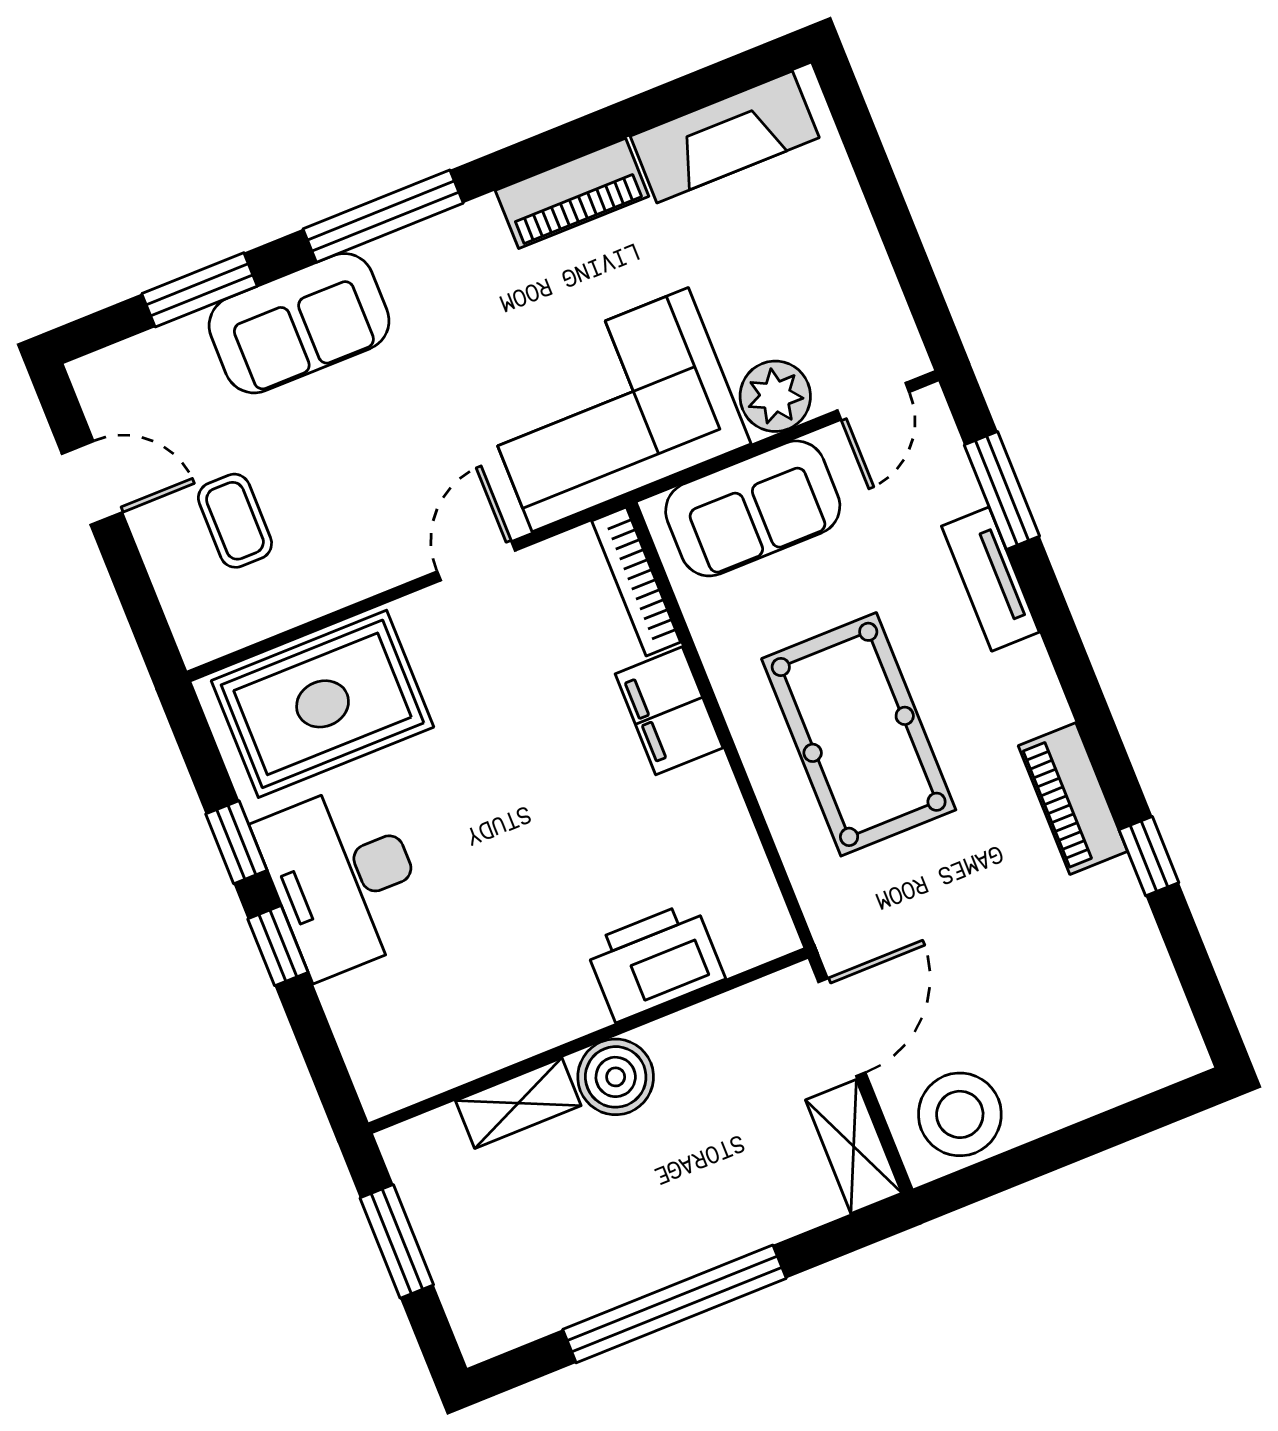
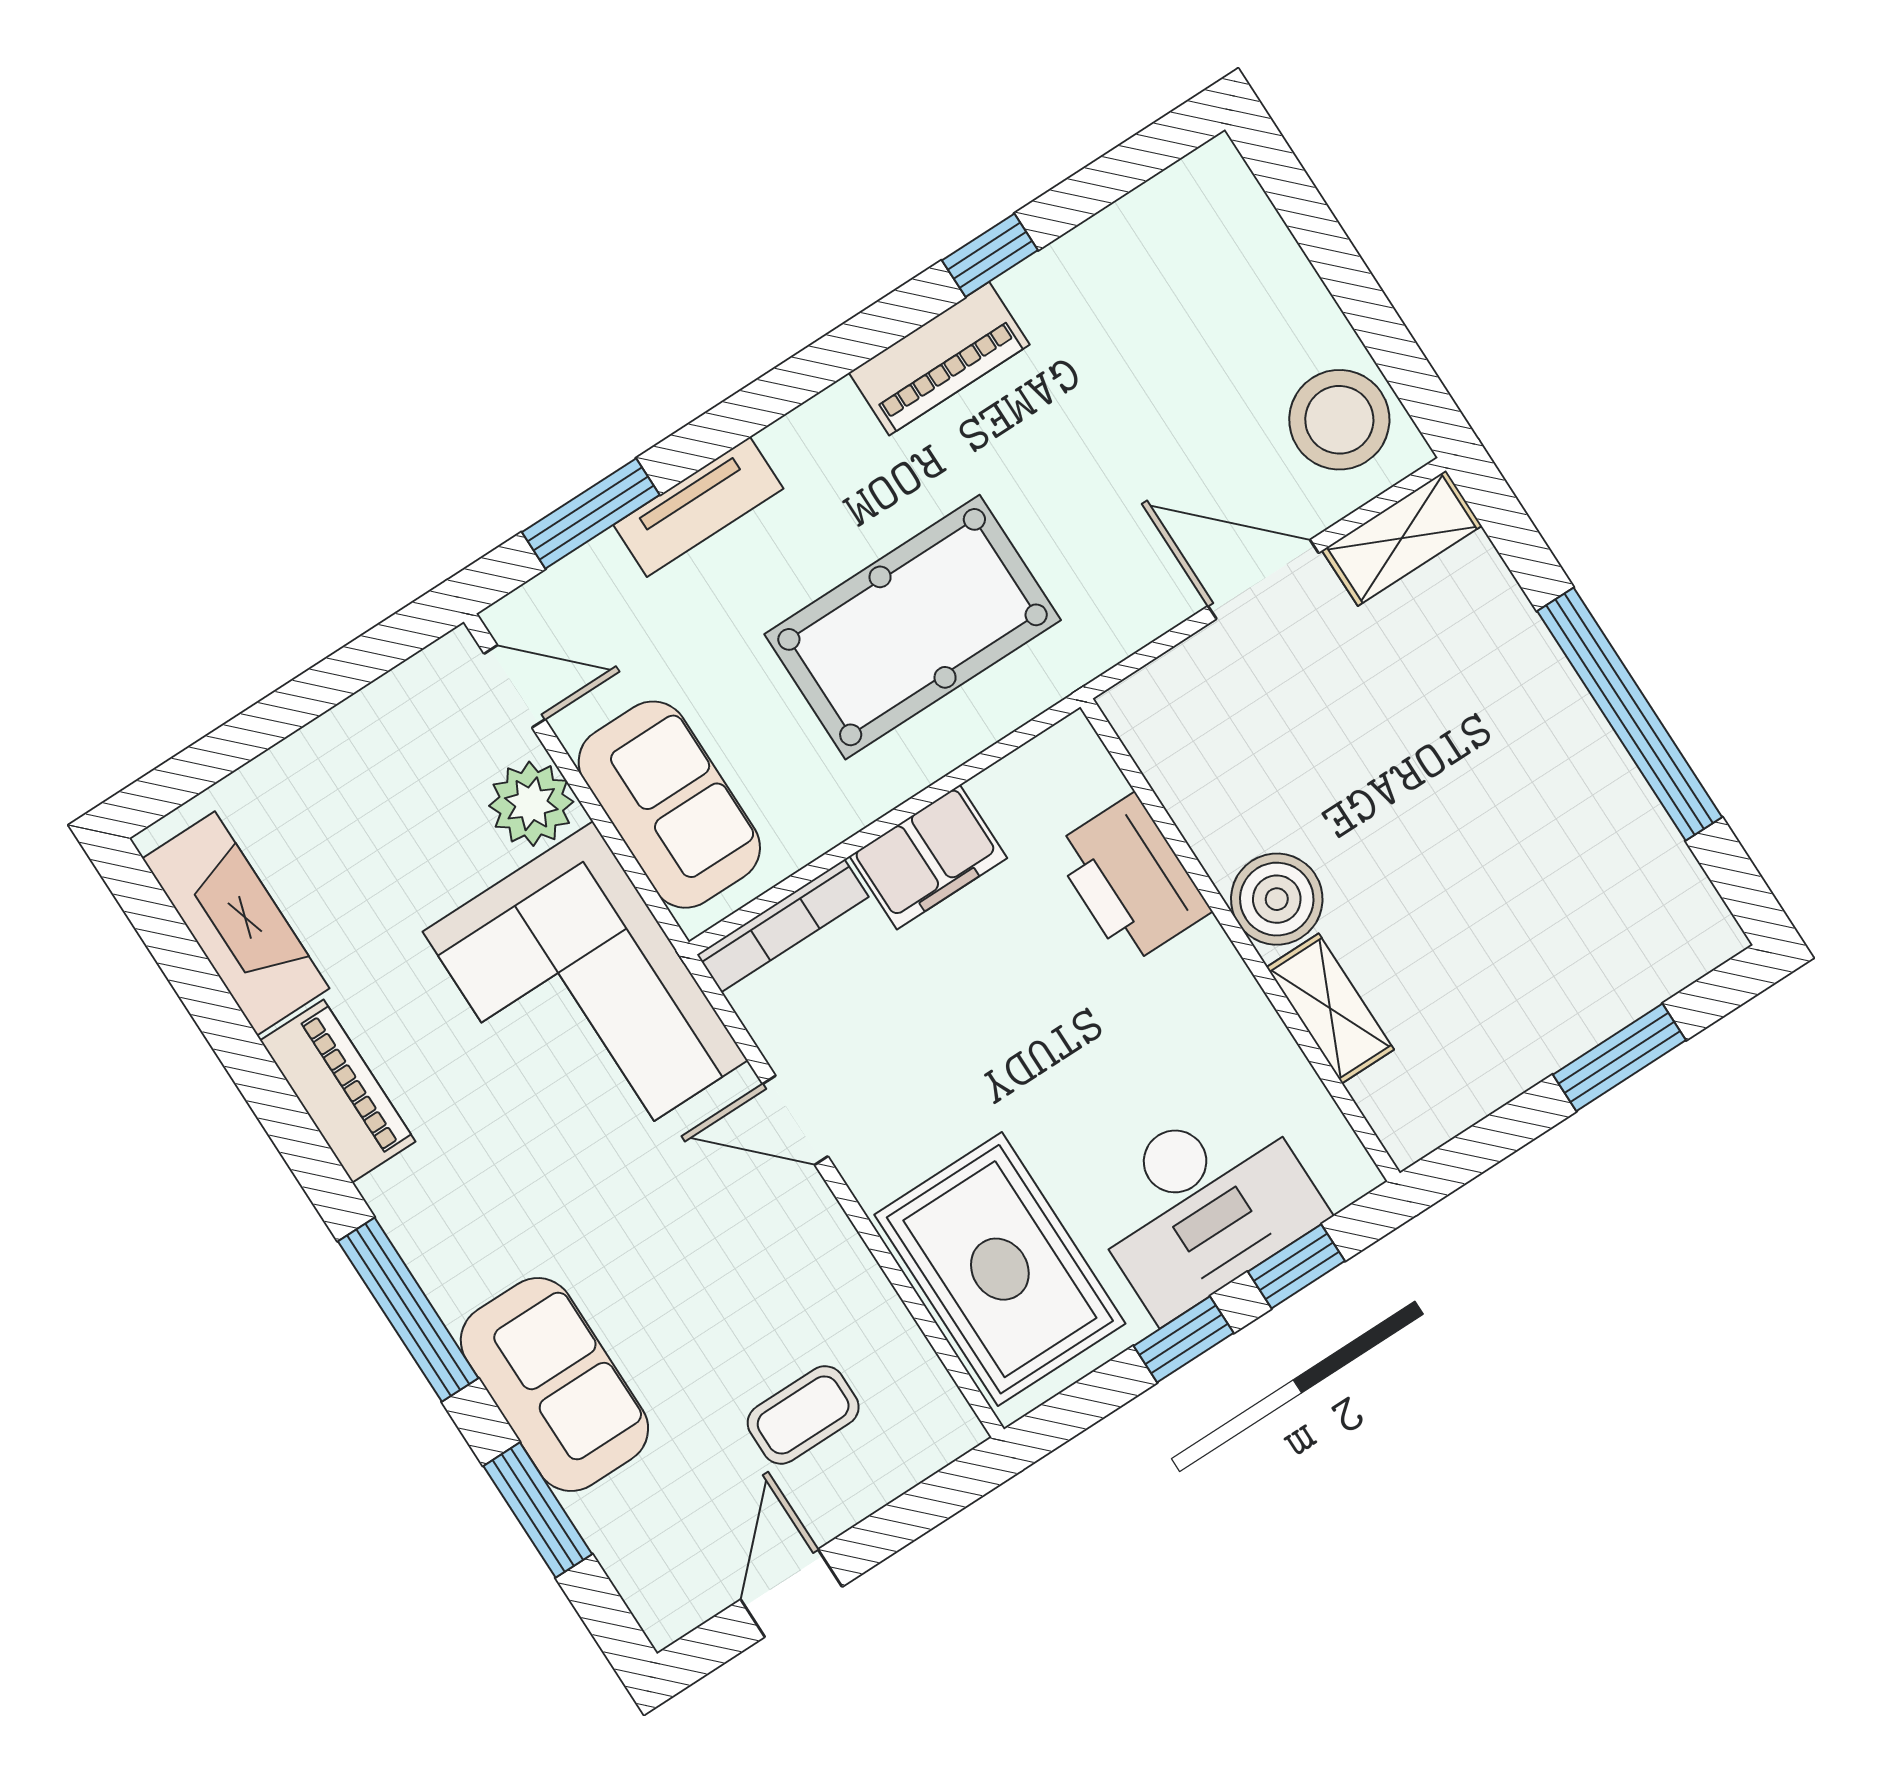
printer: (655, 961) -> (1131, 879), moved
wall: (588, 1041) -> (1240, 940), moved
boiler: (616, 1077) -> (1277, 899), moved
shelving: (518, 1103) -> (1330, 1008), moved

